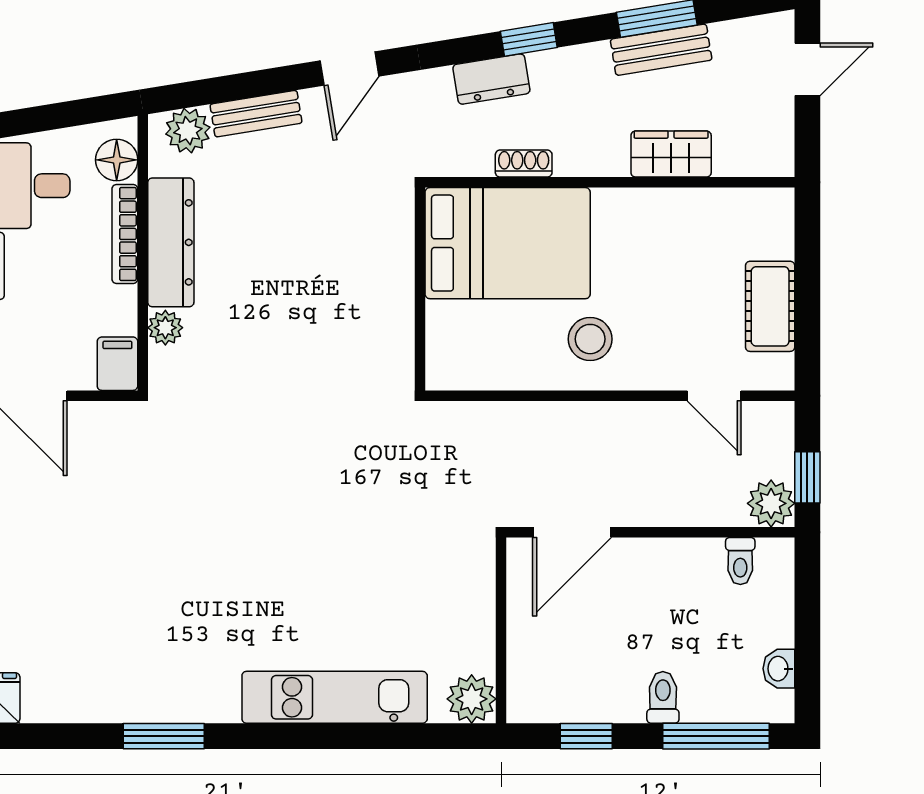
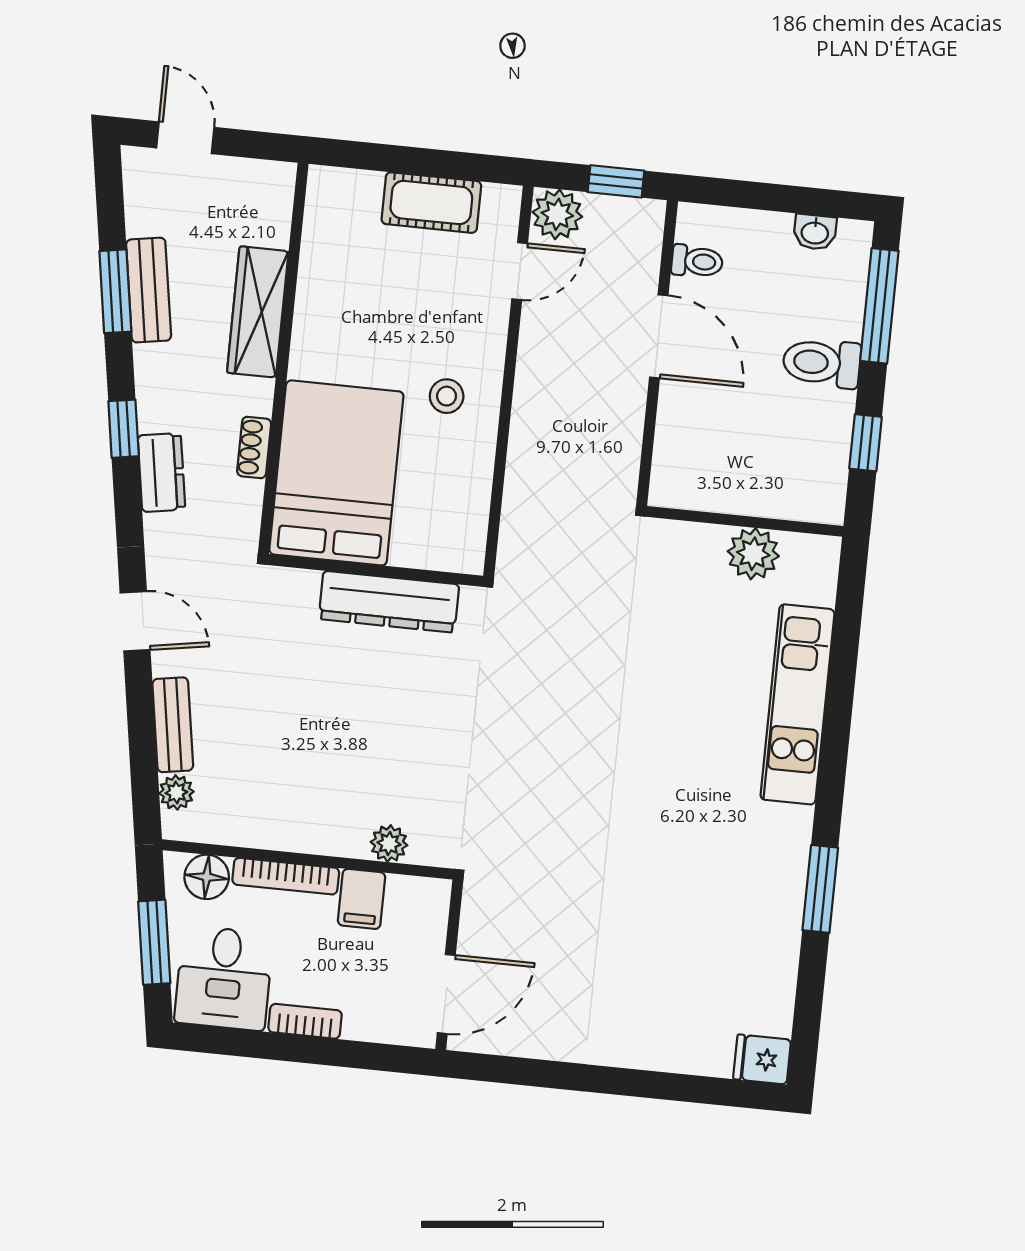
window: (50, 117) -> (154, 942), added
plant: (188, 131) -> (176, 792), width x0.73, depth x0.73
wardrobe: (671, 154) -> (258, 312), width x1.50
dresser: (171, 242) -> (389, 602), moved, turned 180
stool: (590, 339) -> (447, 396), width x0.73, depth x0.73
filing cabinet: (117, 364) -> (362, 899), moved, turned -90
plant: (771, 503) -> (557, 214), moved
door: (572, 532) -> (659, 336), moved
toilet: (663, 697) -> (822, 363), width x1.37, depth x1.39
plant: (472, 699) -> (753, 554), moved

